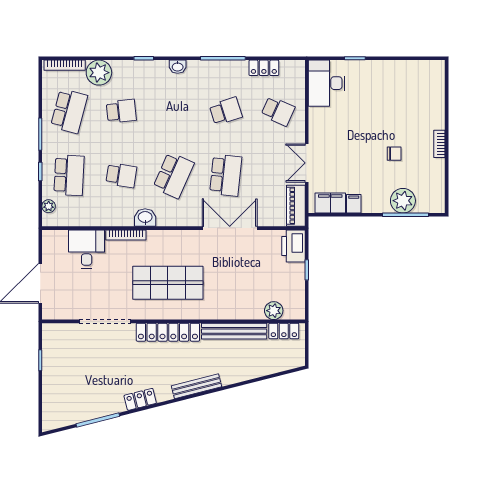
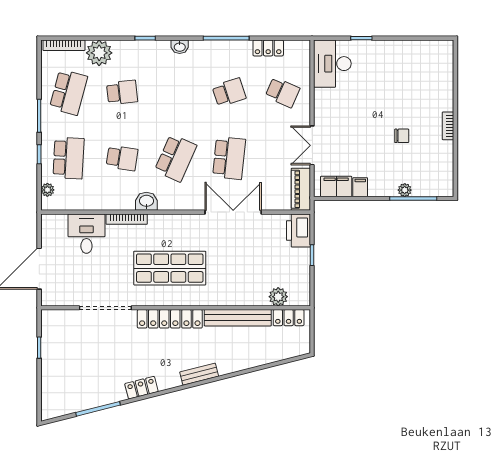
plant: (403, 201) -> (405, 190), width x0.53, depth x0.53
bench: (197, 386) -> (199, 374), width x0.73

